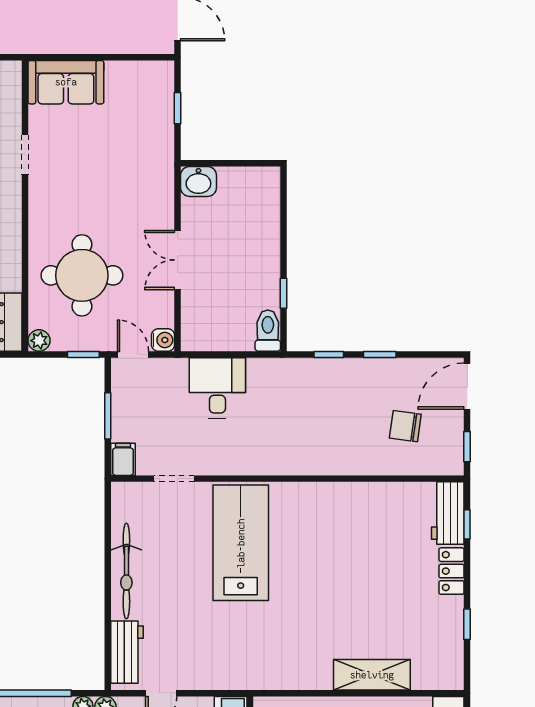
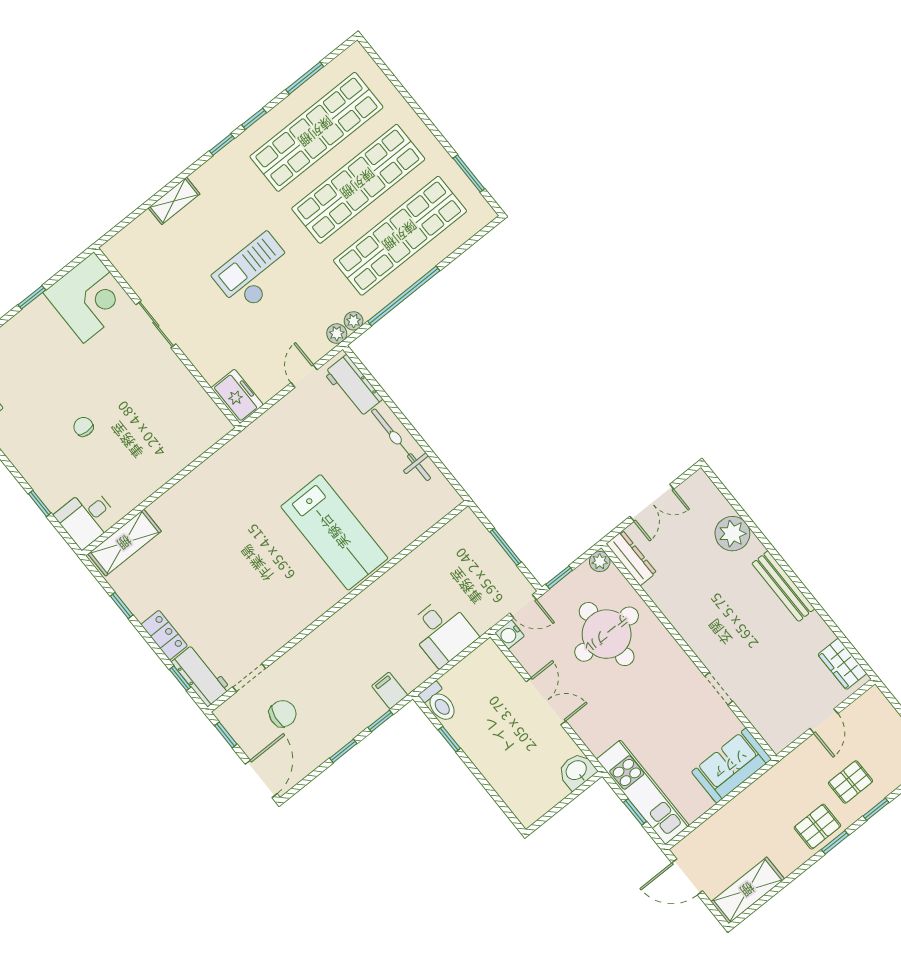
kitchen unit: (158, 119) -> (643, 792), added
filing cabinet: (123, 459) -> (390, 690), moved, turned 180
doorway: (174, 479) -> (249, 678), moved
shelving: (372, 675) -> (125, 543), moved

